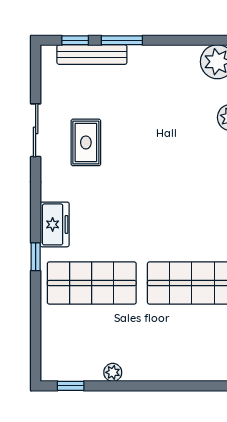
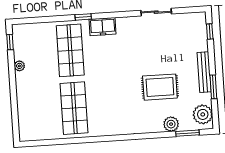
window: (122, 40) -> (213, 87), moved
bench: (92, 55) -> (204, 72), moved
rug: (86, 142) -> (160, 87), moved, width x1.36, depth x1.43

